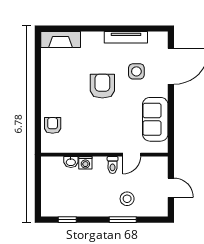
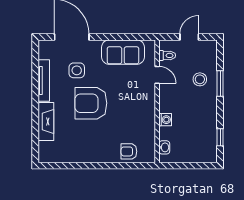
fireplace: (61, 40) -> (46, 122), moved
armchair: (102, 86) -> (91, 103), width x1.36, depth x1.36
washbasin: (71, 162) -> (164, 147), moved
toilet: (113, 165) -> (167, 55), moved

